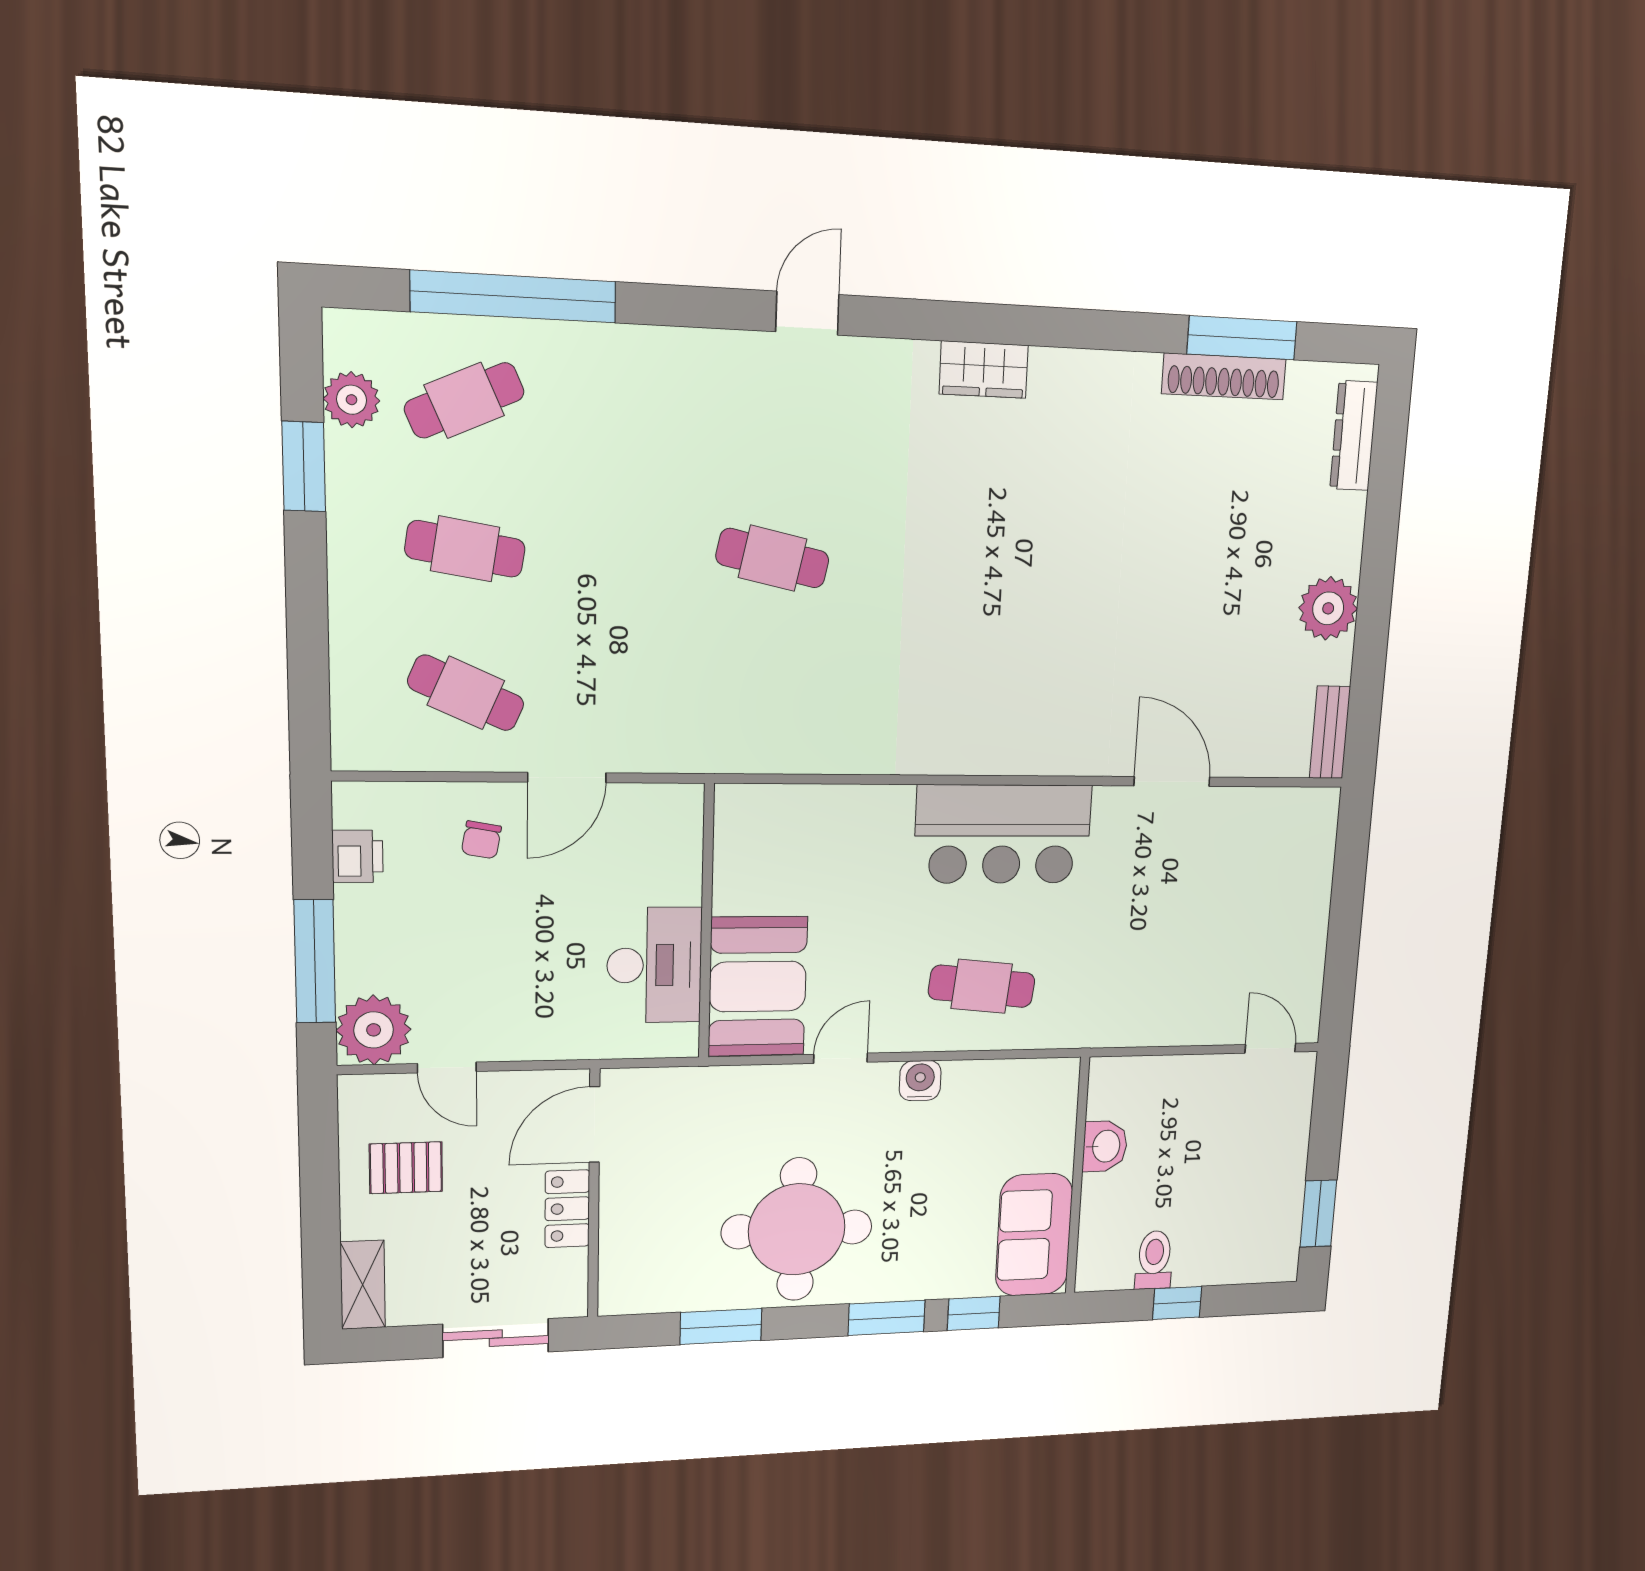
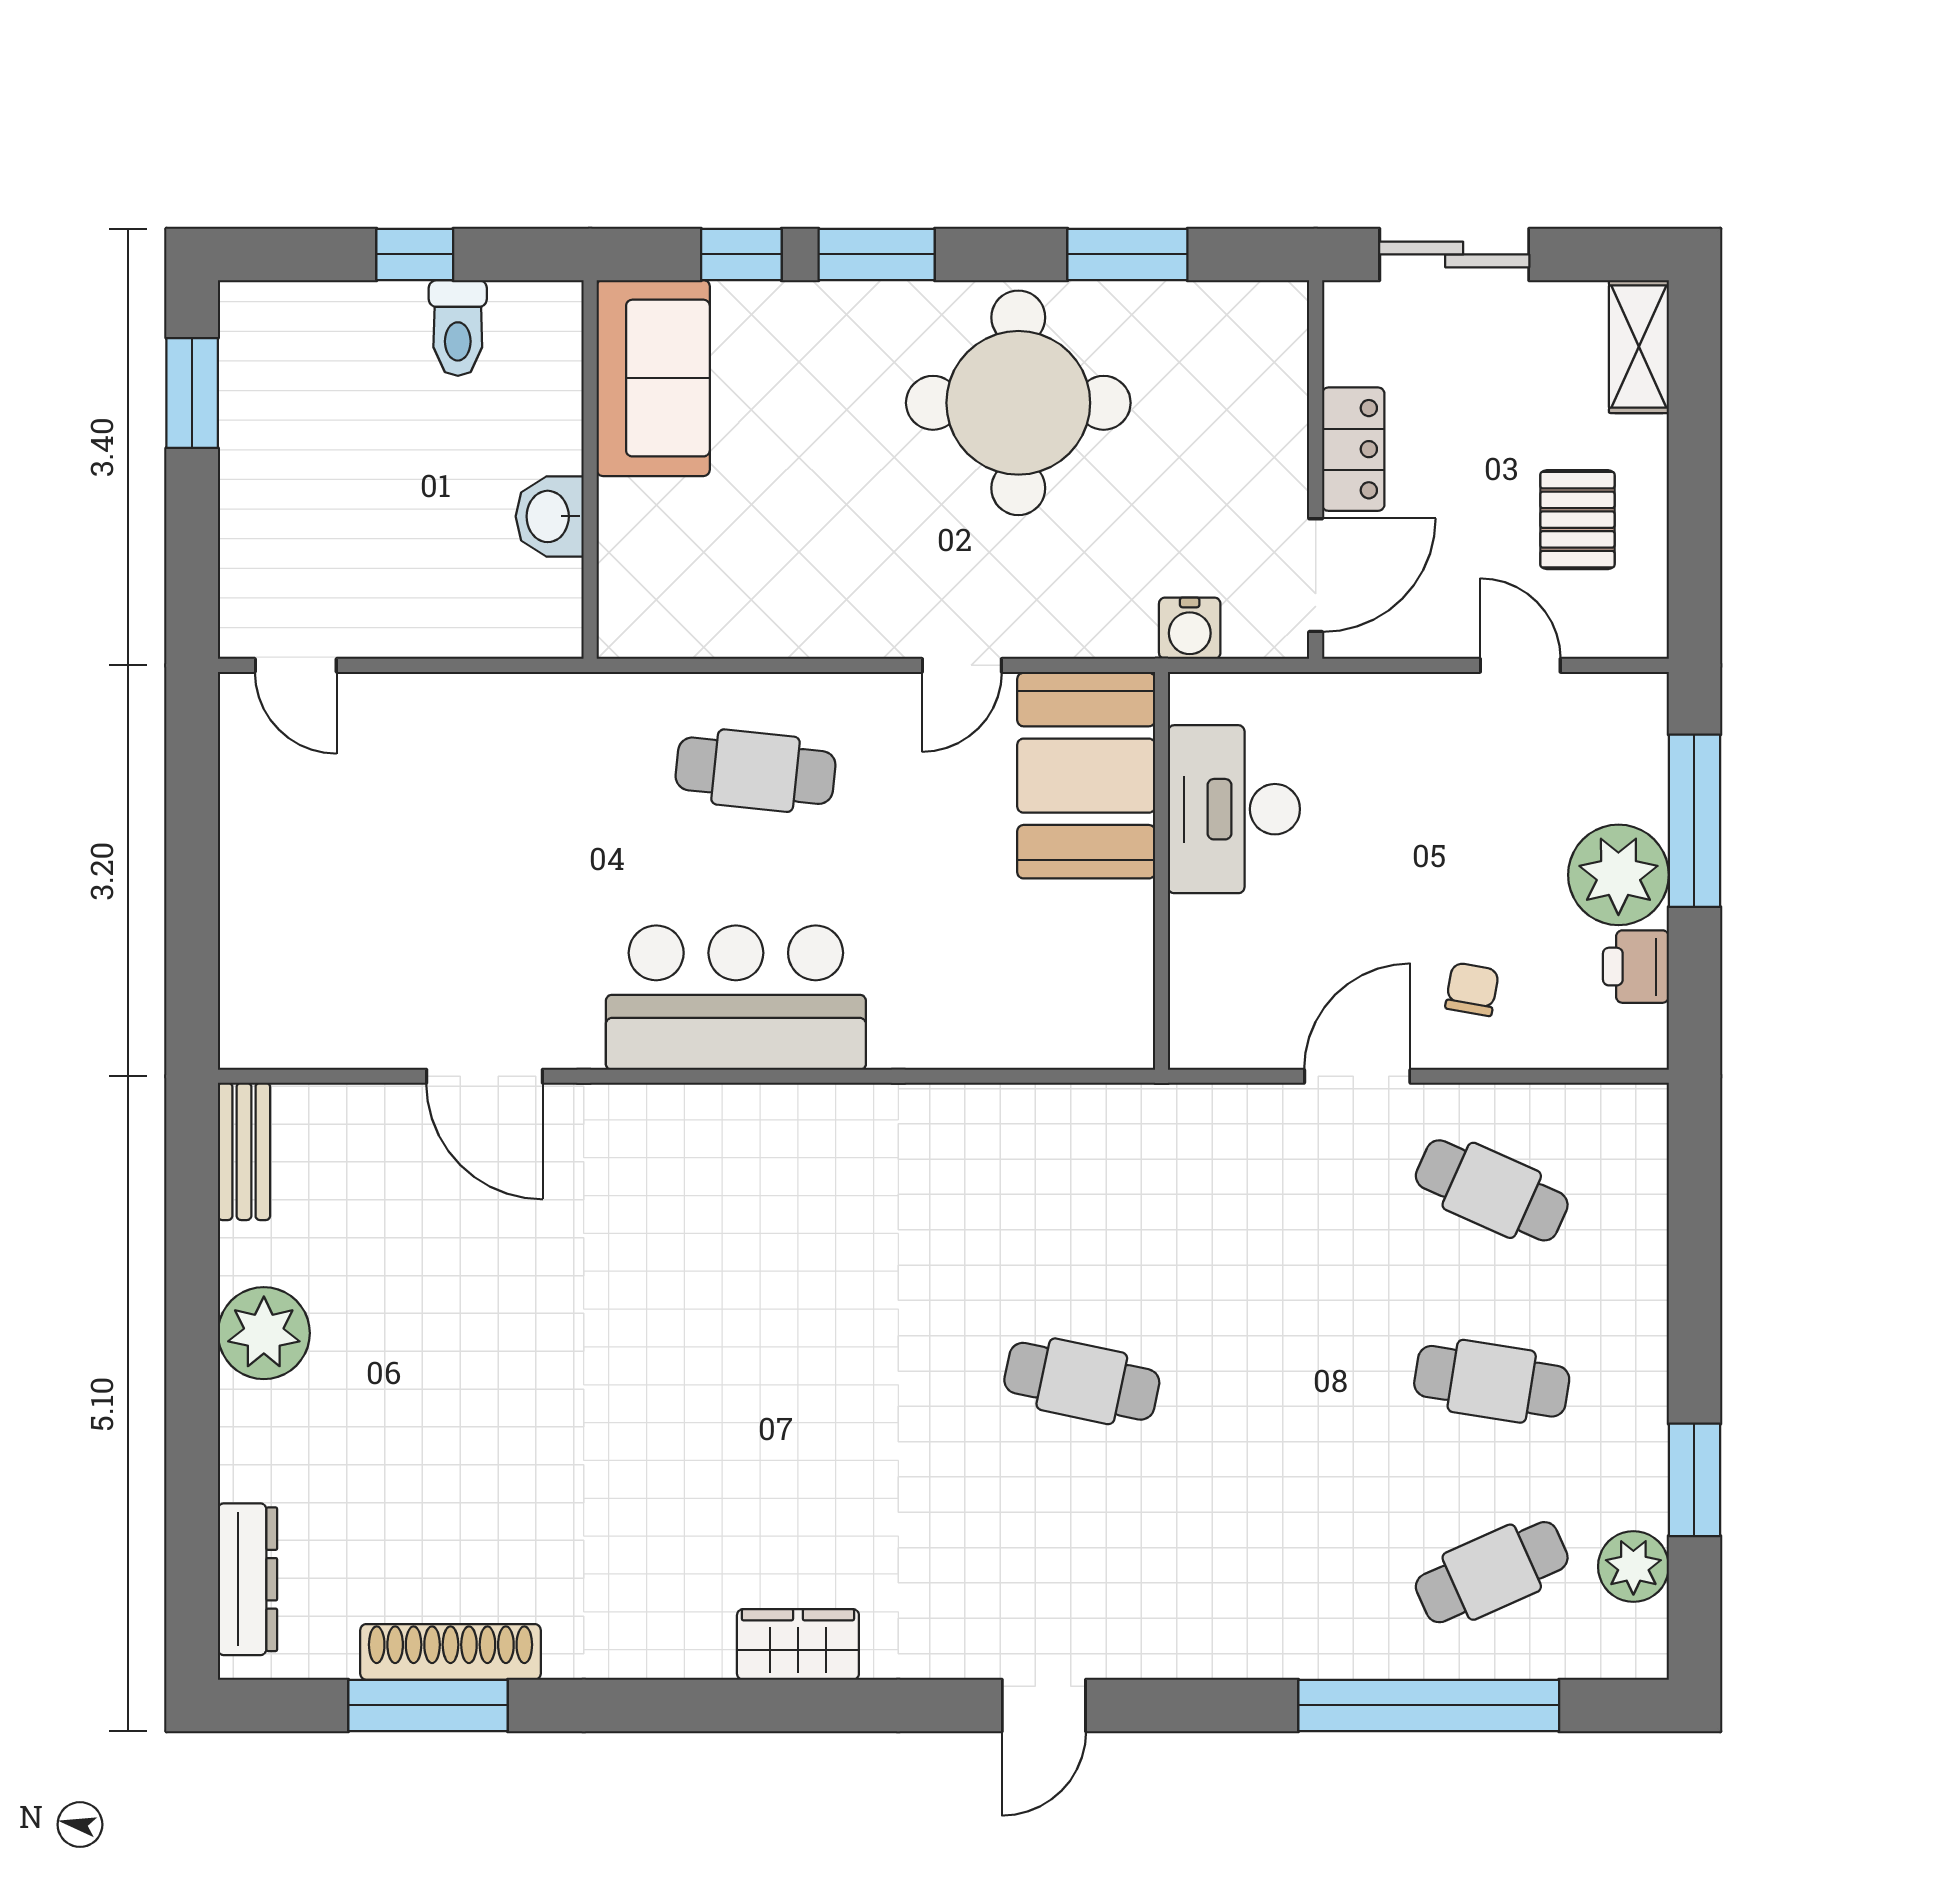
plant: (374, 1030) -> (1618, 875), moved
water cooler: (920, 1081) -> (1190, 628), moved
pallet: (406, 1168) -> (1577, 520), turned 90

